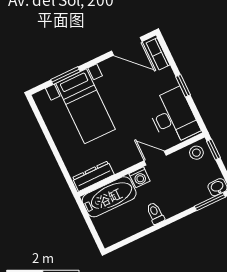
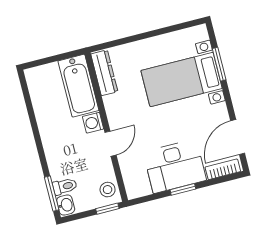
desk: (173, 117) -> (175, 166), moved
toilet: (155, 213) -> (65, 186), moved

